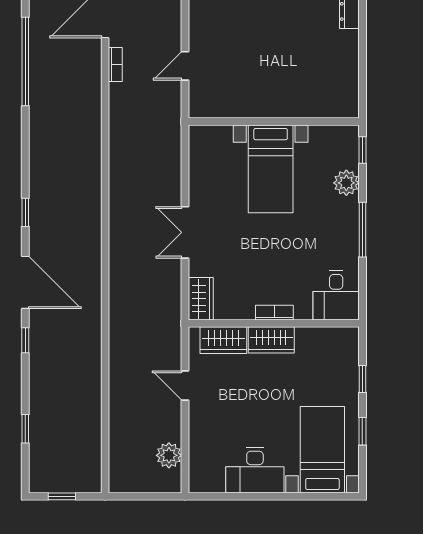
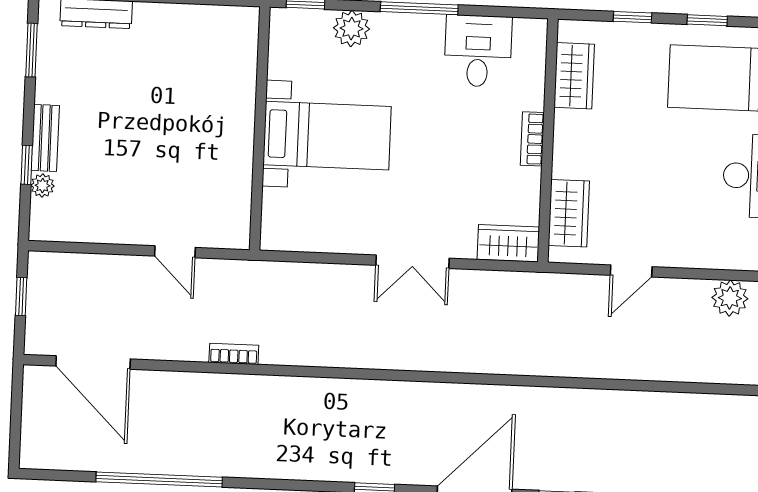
bookcase: (115, 65) -> (234, 354), moved
desk: (336, 295) -> (478, 51), moved, turned -90
wardrobe: (271, 340) -> (574, 76), moved

